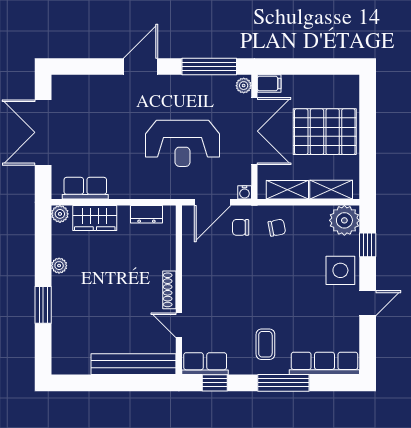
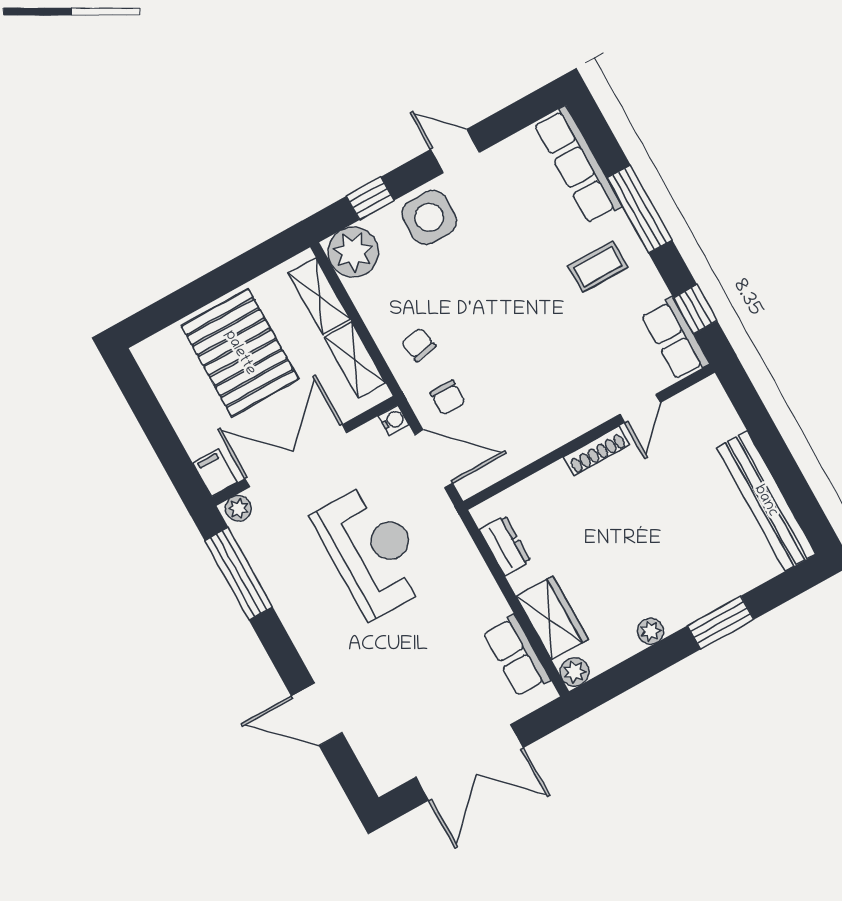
door: (141, 67) -> (317, 714), moved
bench: (133, 364) -> (766, 501), moved

